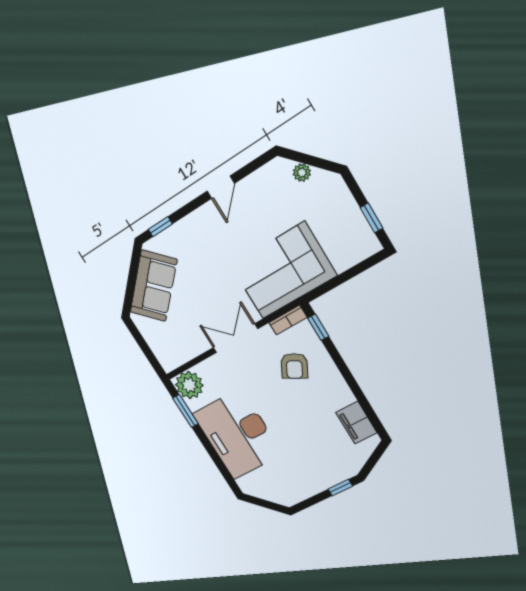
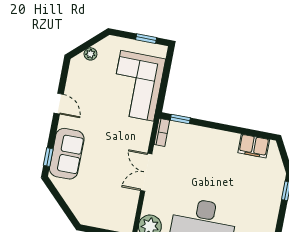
corner sofa: (283, 271) -> (137, 86), moved
sofa: (153, 286) -> (67, 154), moved, turned 45
armchair: (294, 366) -> (191, 153), removed

